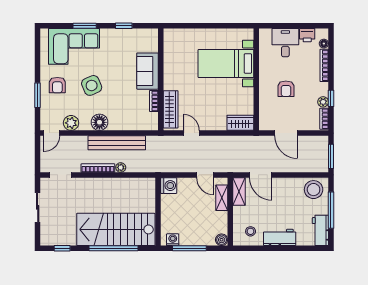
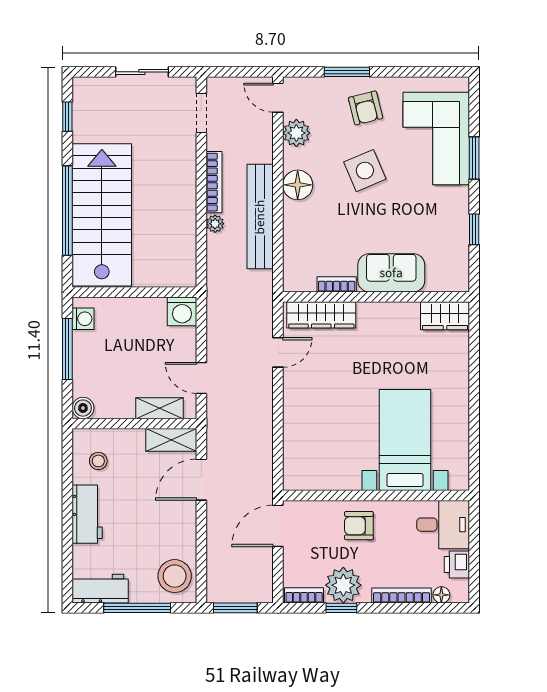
bed with nightstands: (226, 63) -> (405, 440), moved
wall: (256, 79) -> (376, 495), moved
armchair: (57, 85) -> (366, 108), turned -104
plant: (323, 102) -> (343, 585), width x1.87, depth x1.87
wardrobe: (240, 123) -> (445, 316), moved, turned 90
door: (205, 175) -> (201, 378), hinge flipped

